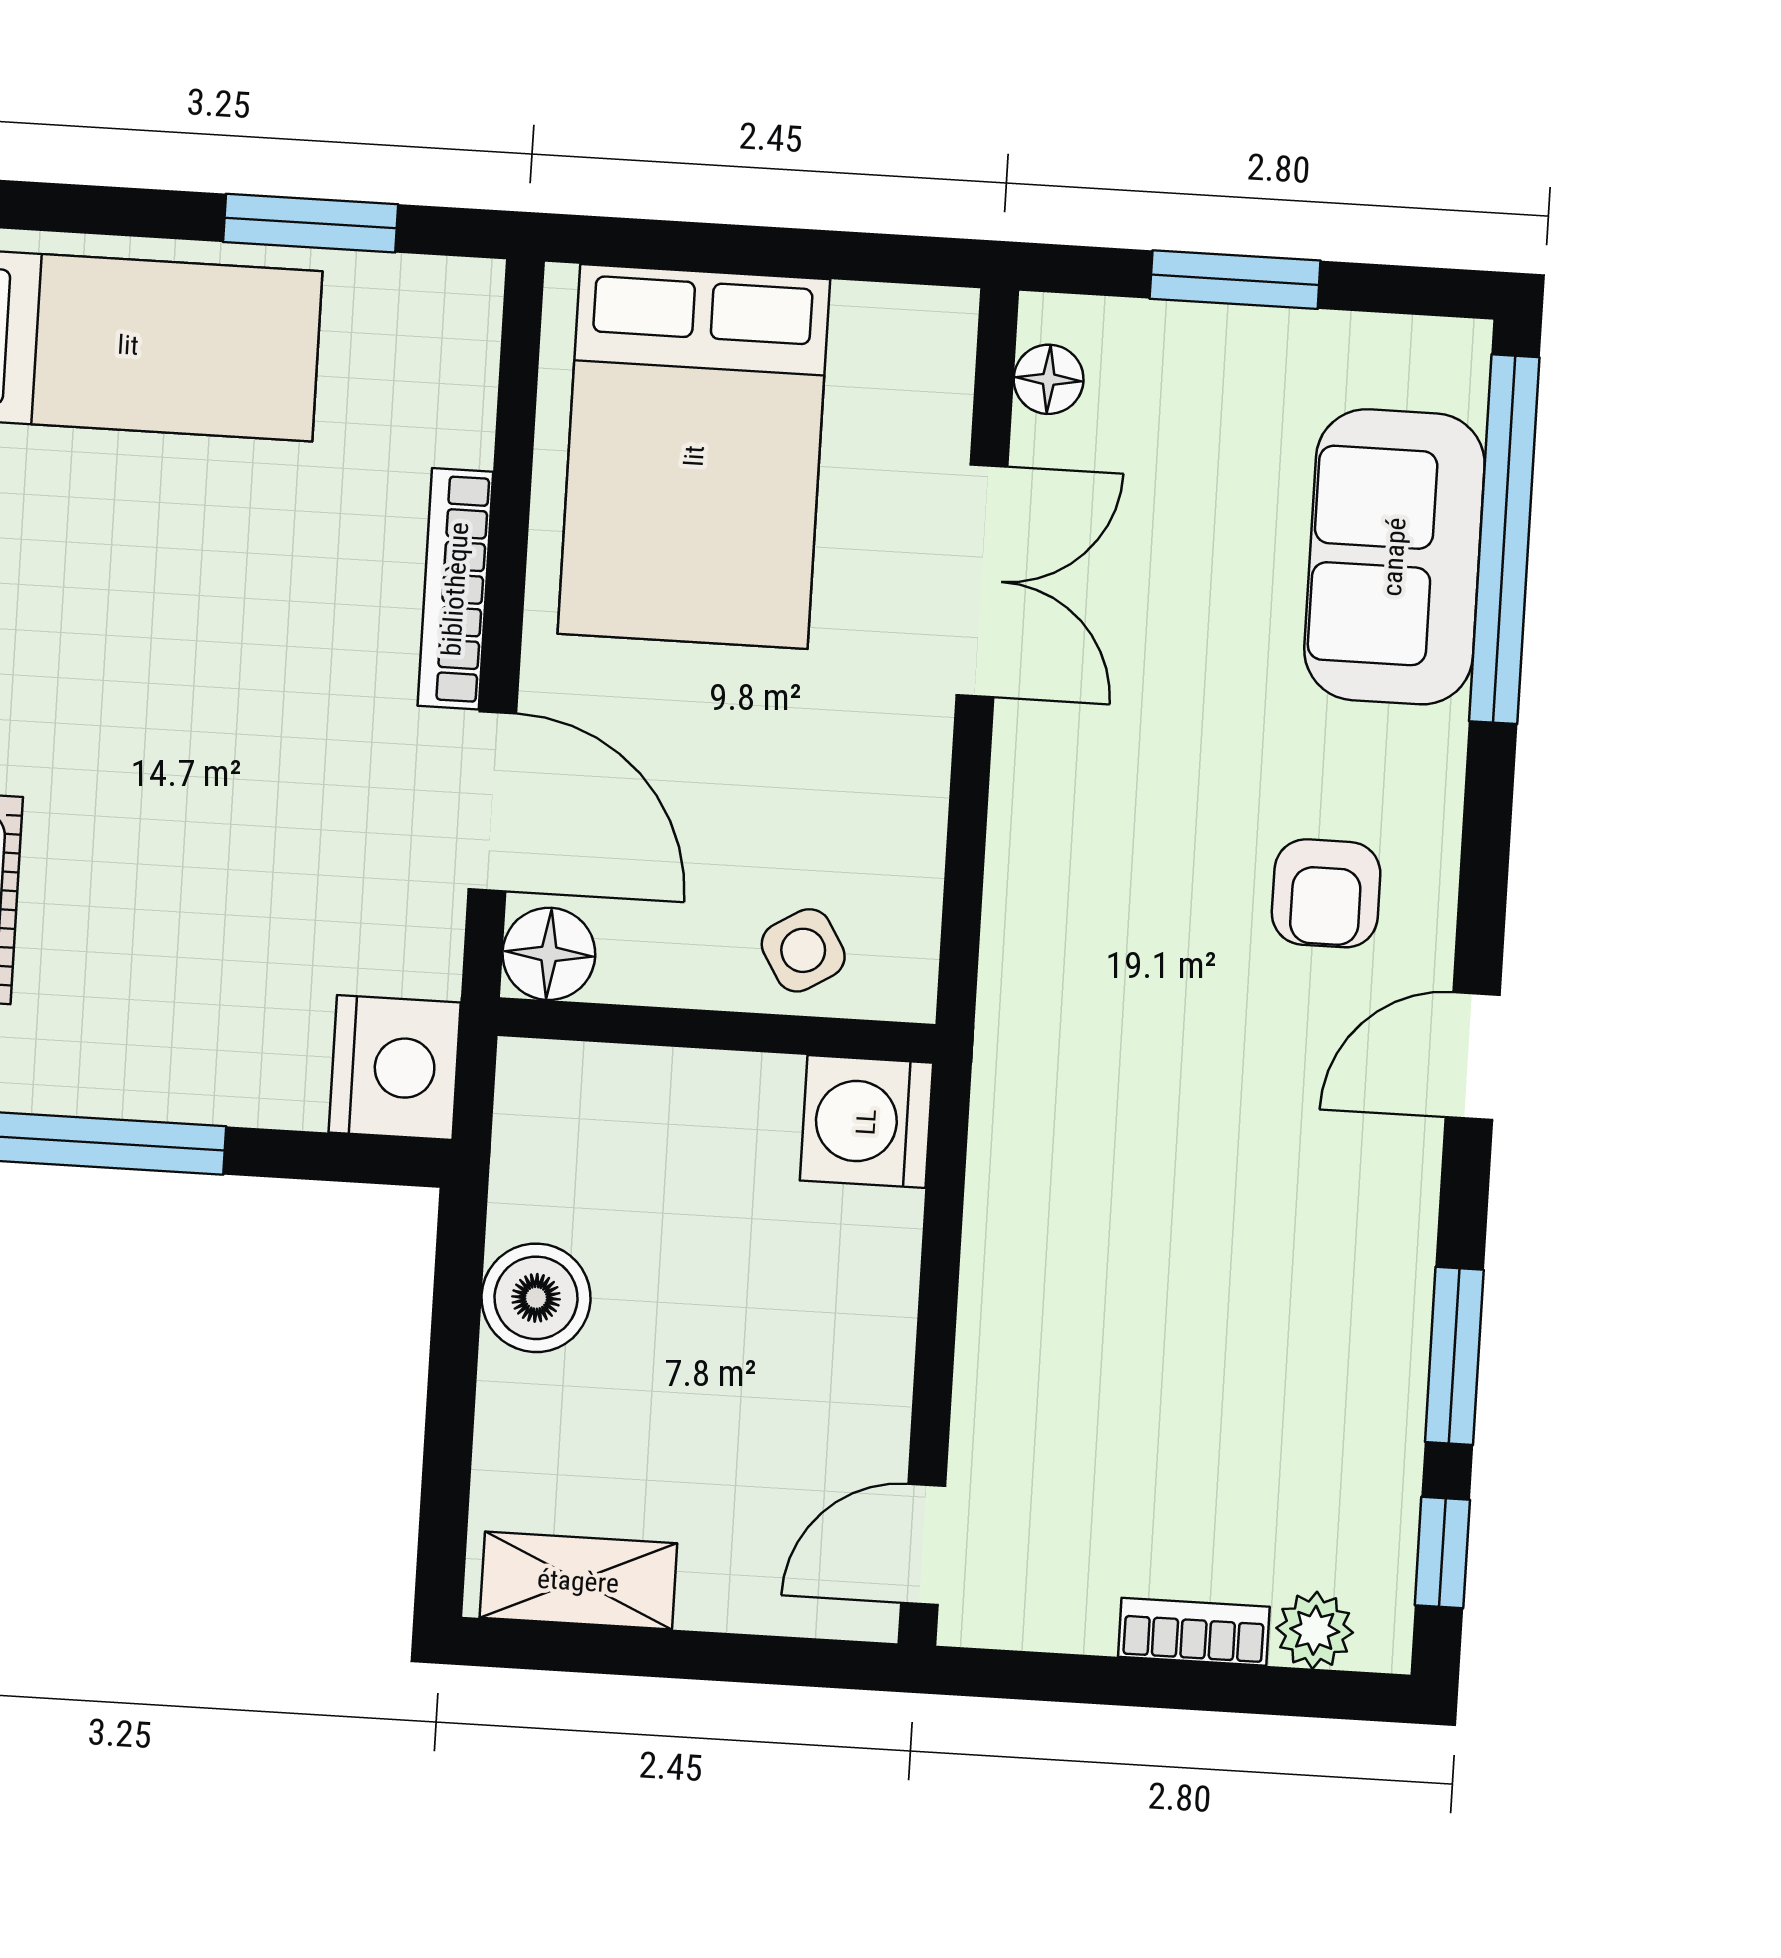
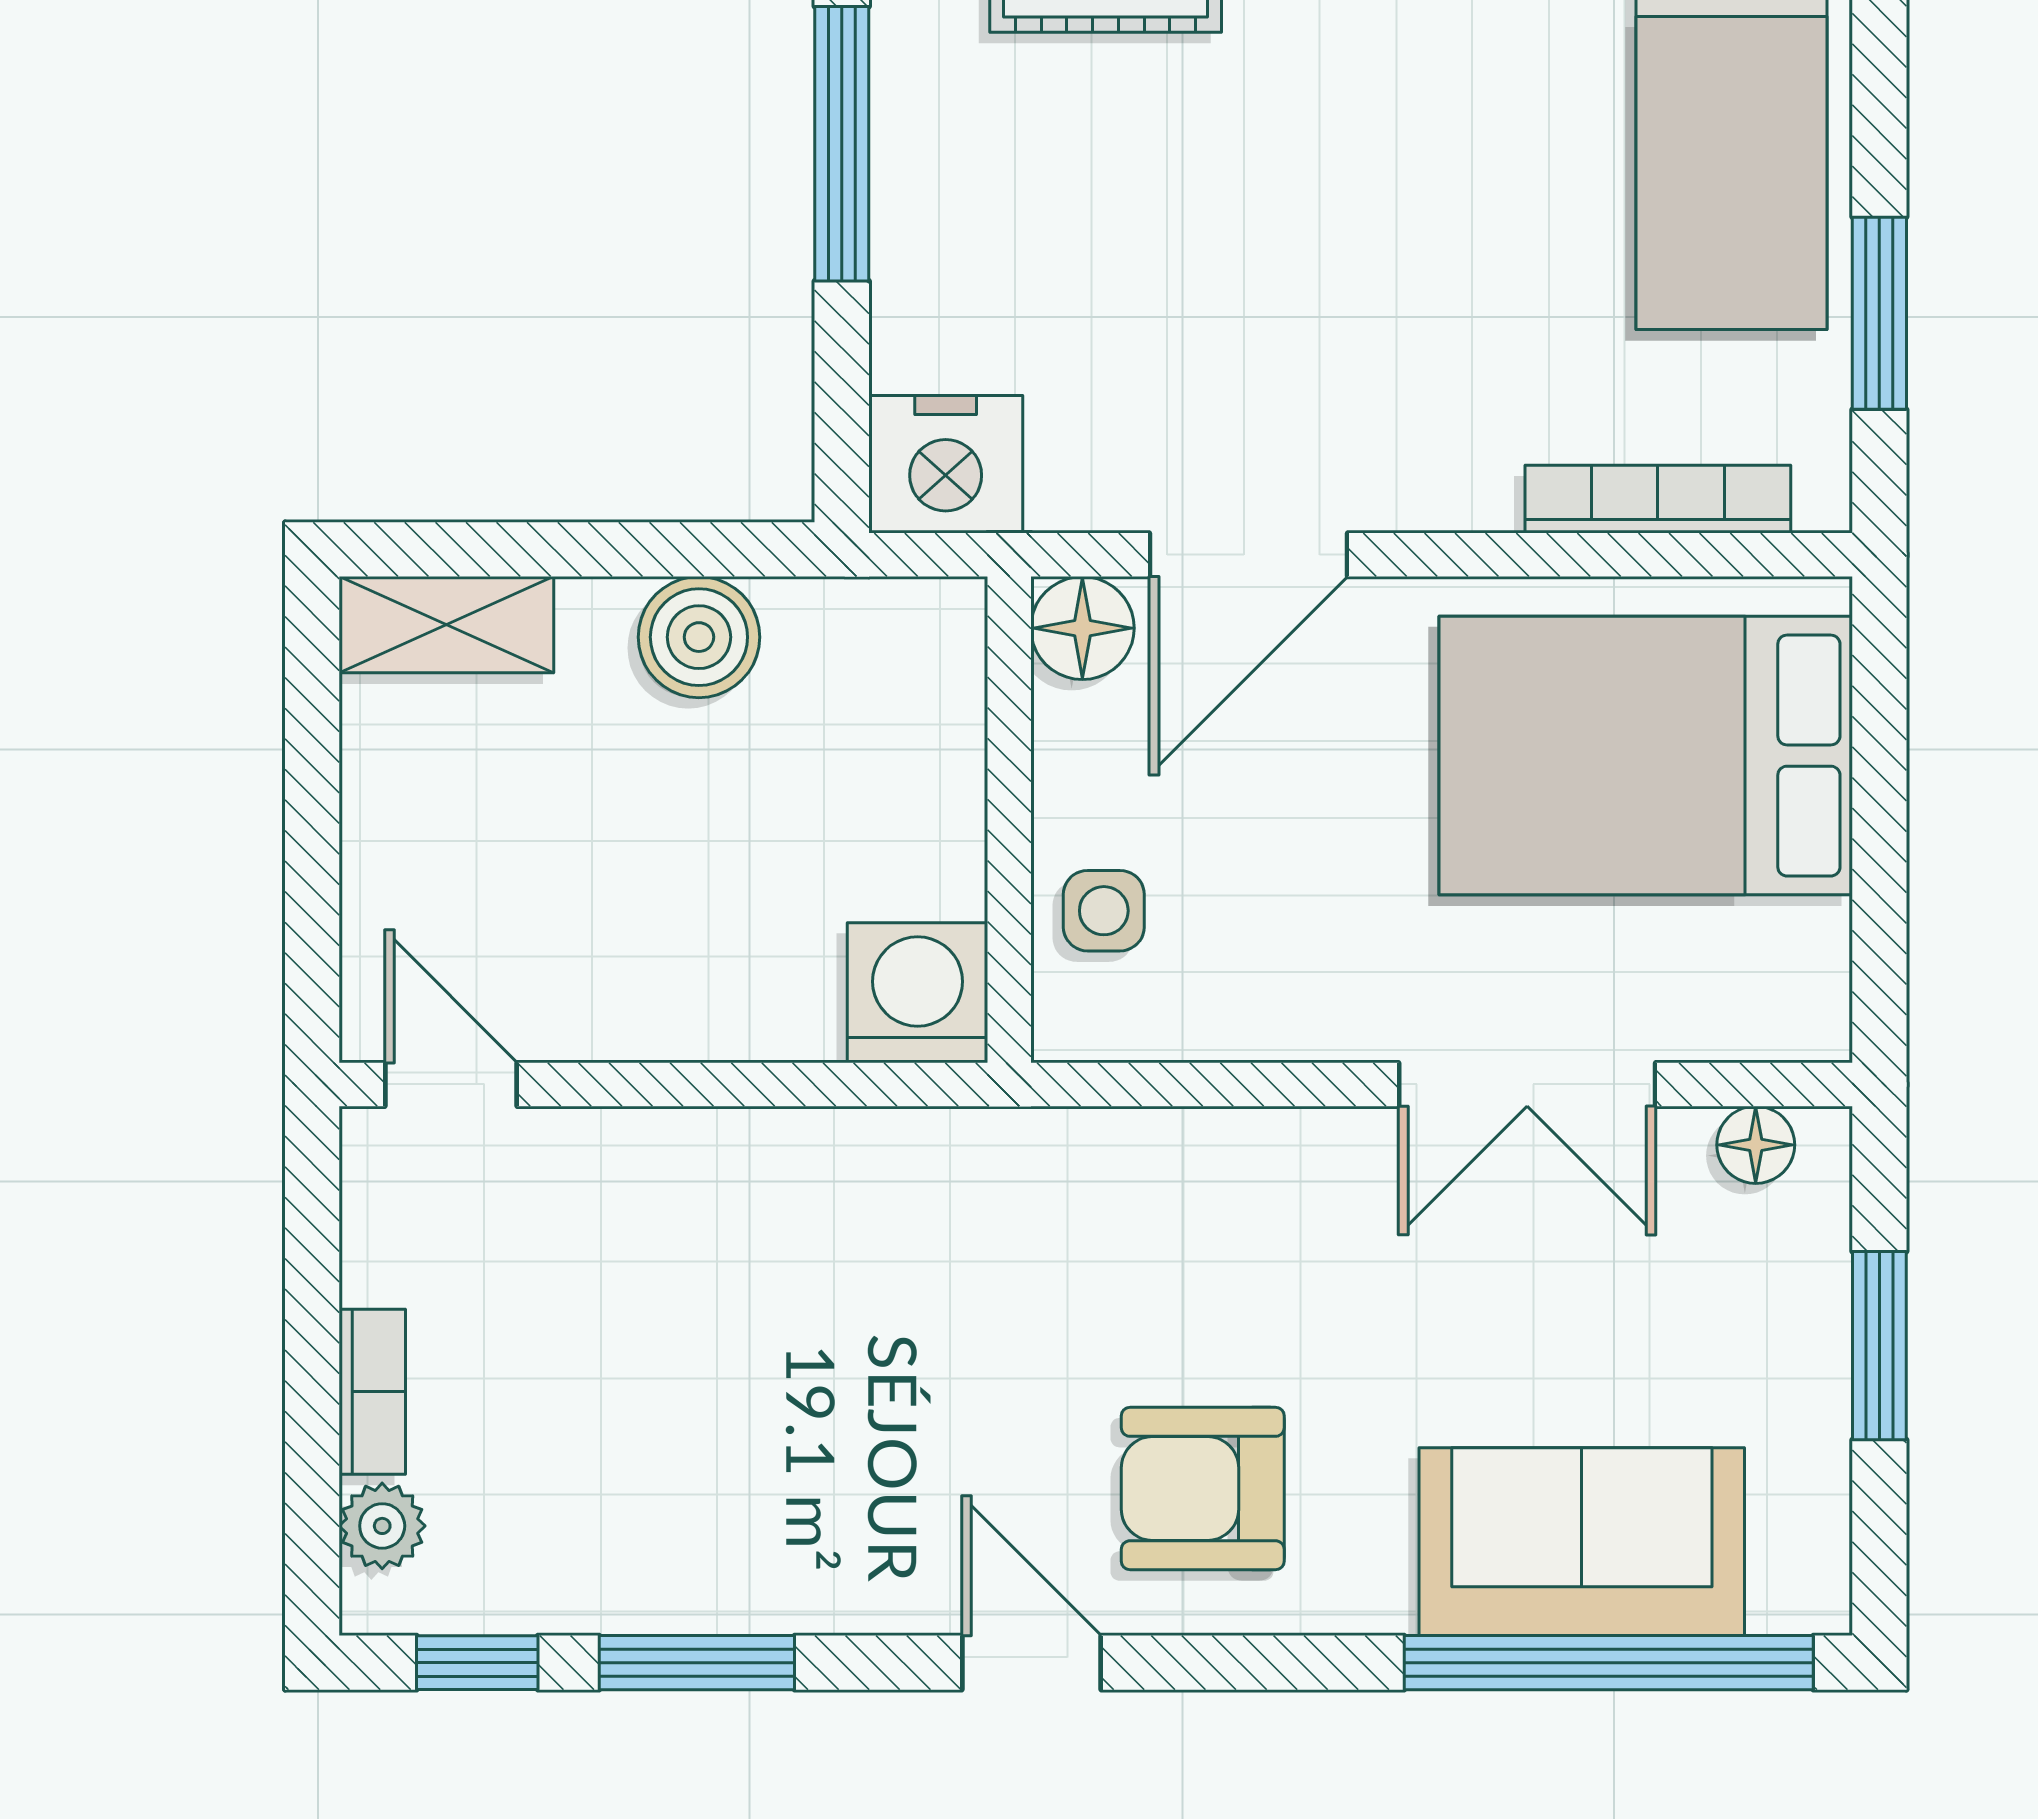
bookcase: (455, 589) -> (1658, 499), moved
armchair: (1326, 893) -> (1203, 1489), width x1.38, depth x1.38
side table: (803, 950) -> (1104, 911), turned 31
shelving: (578, 1581) -> (446, 625), moved, turned 90

